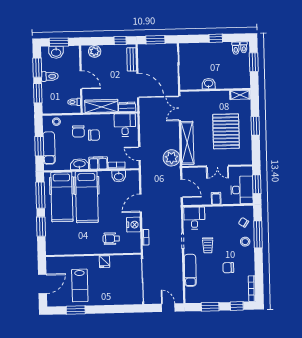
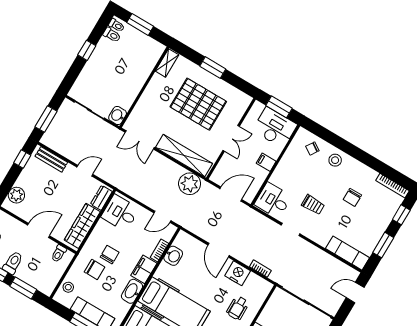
washbasin: (209, 84) -> (118, 115), moved
door: (138, 85) -> (85, 171), width x0.53
window: (258, 234) -> (336, 141), removed
exam couch: (190, 270) -> (348, 253), moved

